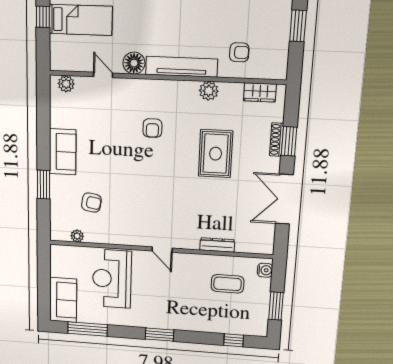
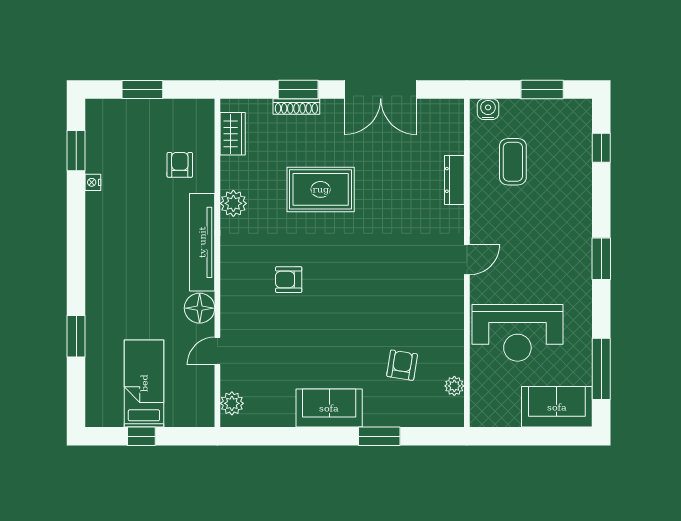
armchair: (152, 128) -> (289, 280), turned 180

